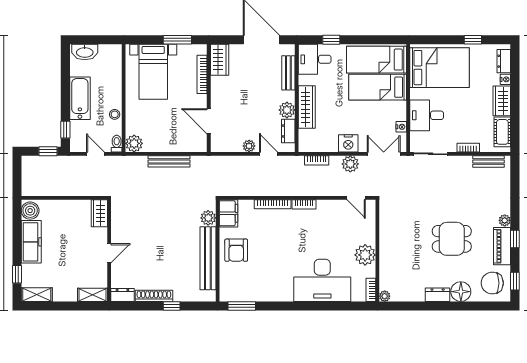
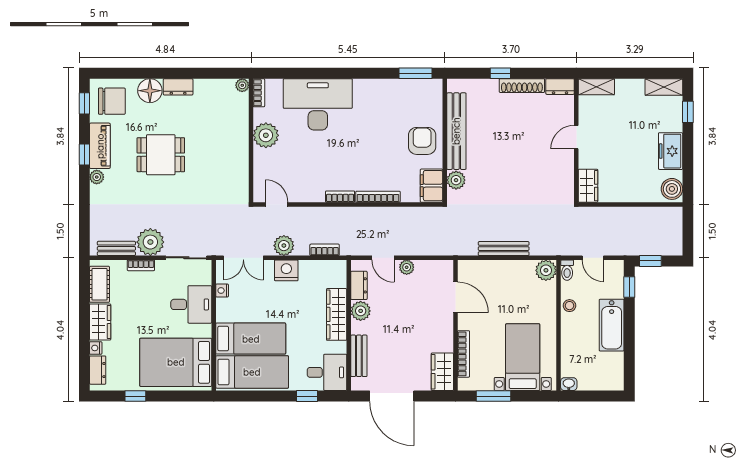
washbasin: (85, 52) -> (569, 384), moved, width x0.52, depth x0.69
plant: (460, 167) -> (150, 242), added
freezer: (31, 242) -> (671, 151), width x0.71

